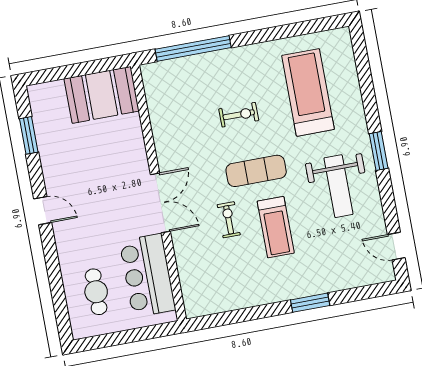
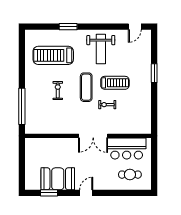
booth: (102, 95) -> (58, 179), moved, turned 90
window: (379, 151) -> (68, 27), moved
weight bench: (338, 186) -> (101, 49), turned 90
double door: (160, 203) -> (93, 136), swing flipped

